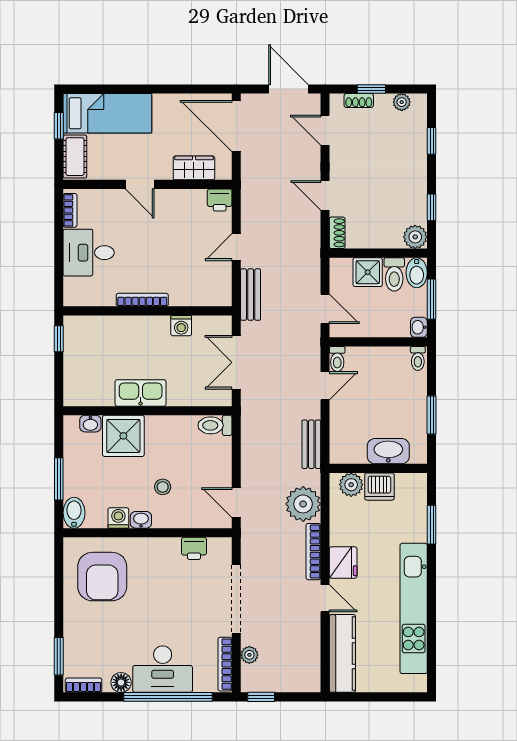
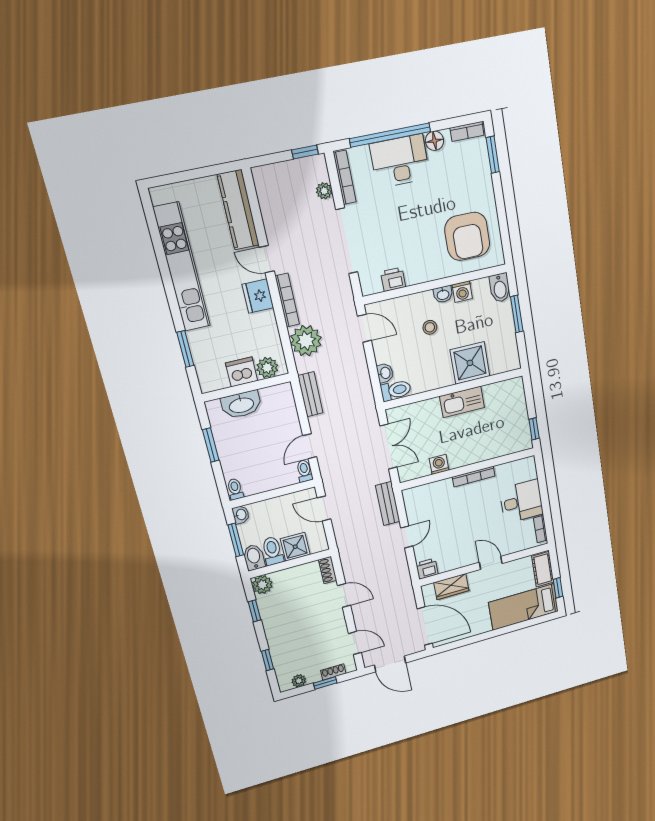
washbasin: (90, 424) -> (385, 373), moved, turned 90
armchair: (102, 577) -> (467, 236), turned 180

